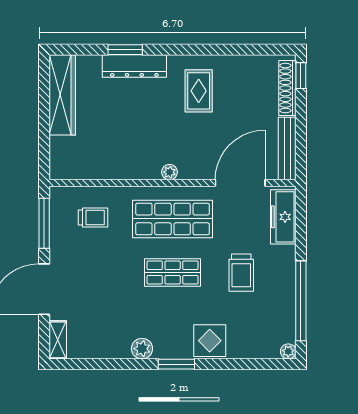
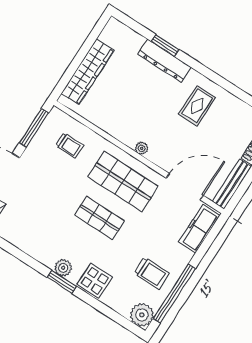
wardrobe: (62, 95) -> (88, 72), moved
trolley: (241, 273) -> (152, 273), moved, turned -90
plant: (142, 349) -> (63, 268), moved
plant: (288, 351) -> (142, 315), width x1.87, depth x1.87

